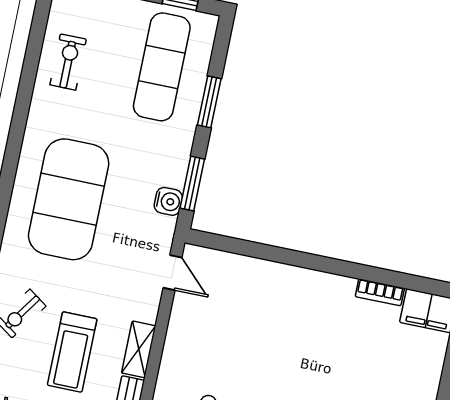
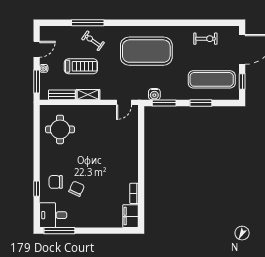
treadmill: (72, 352) -> (81, 66), turned 180

